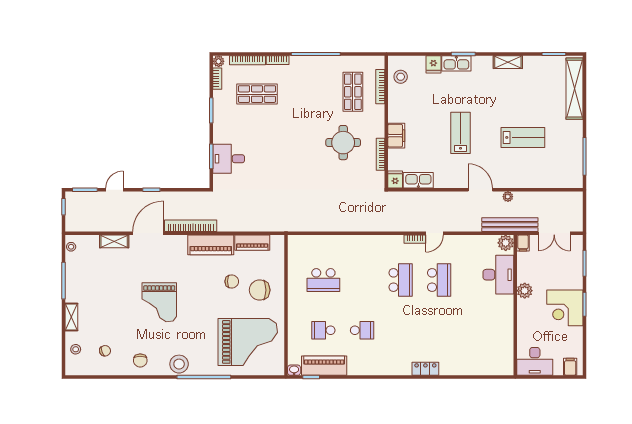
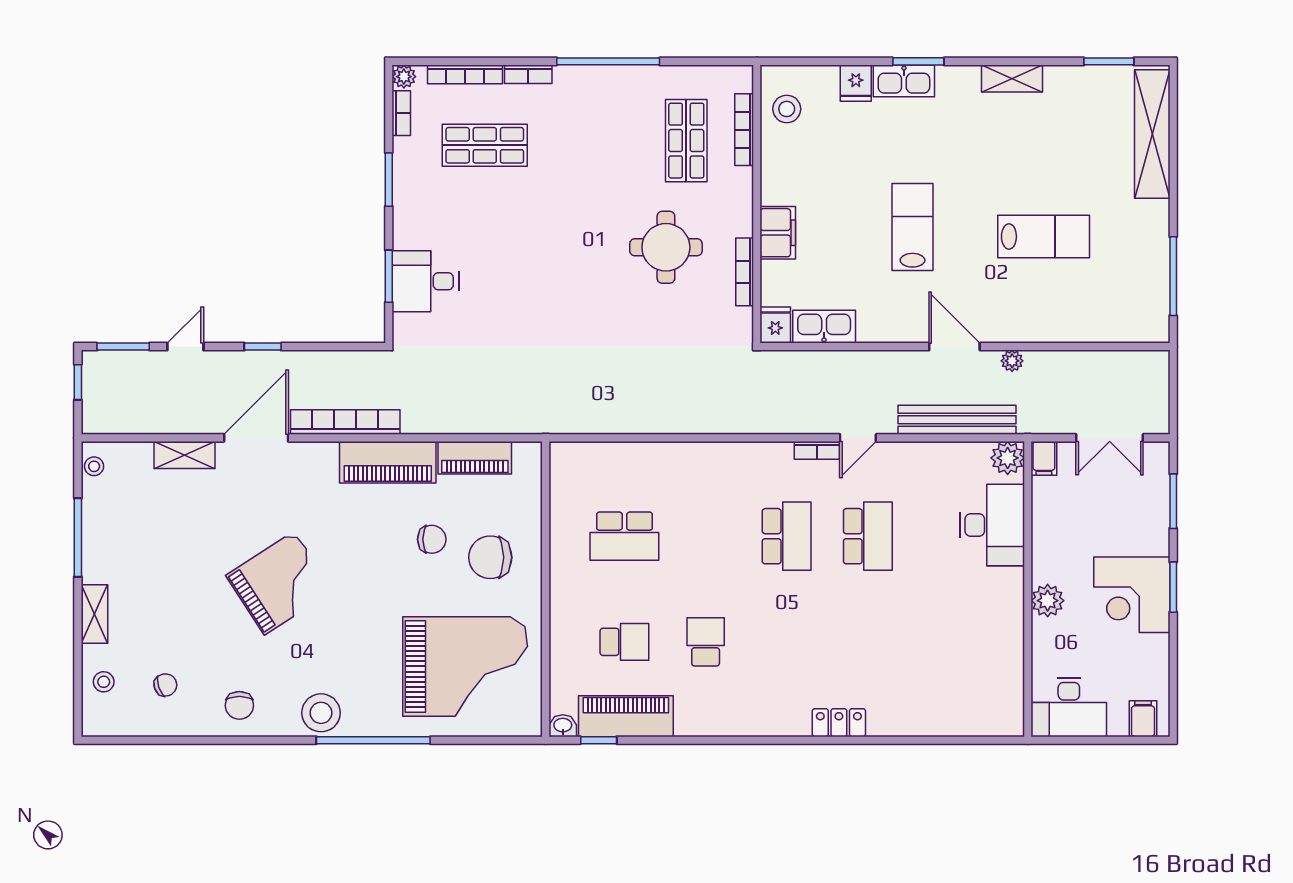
bench: (510, 225) -> (957, 420), moved
plant: (525, 291) -> (1048, 601), moved
grand piano: (159, 302) -> (279, 583), turned -123
school desk: (323, 330) -> (624, 642), turned 180
school desk: (362, 330) -> (706, 642), turned -90

